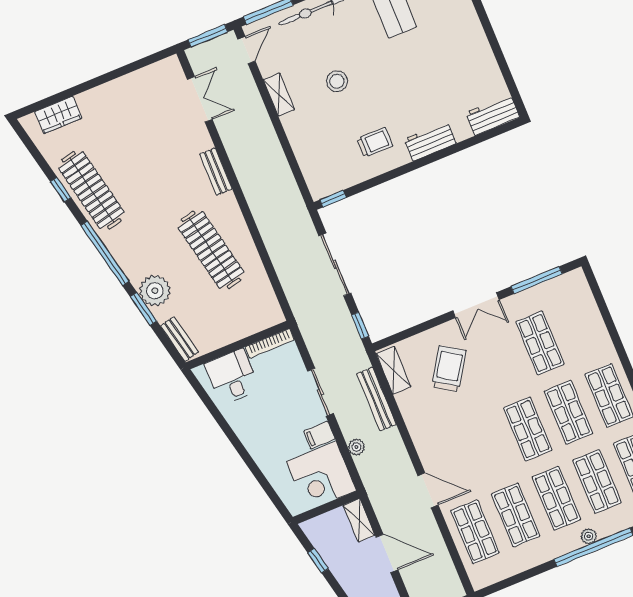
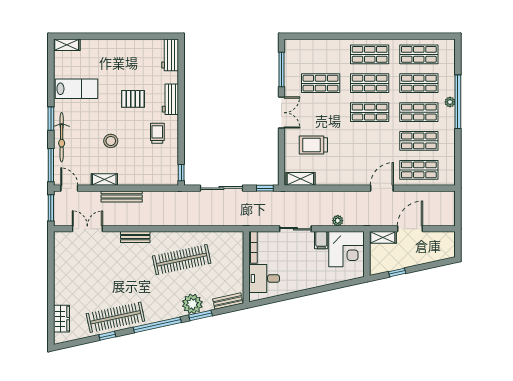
pallet: (409, 88) -> (133, 99), added
trolley: (449, 369) -> (313, 145), turned -33
bench: (376, 399) -> (122, 196), moved

